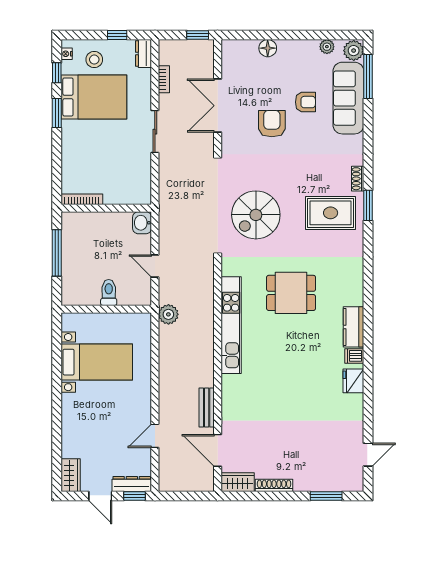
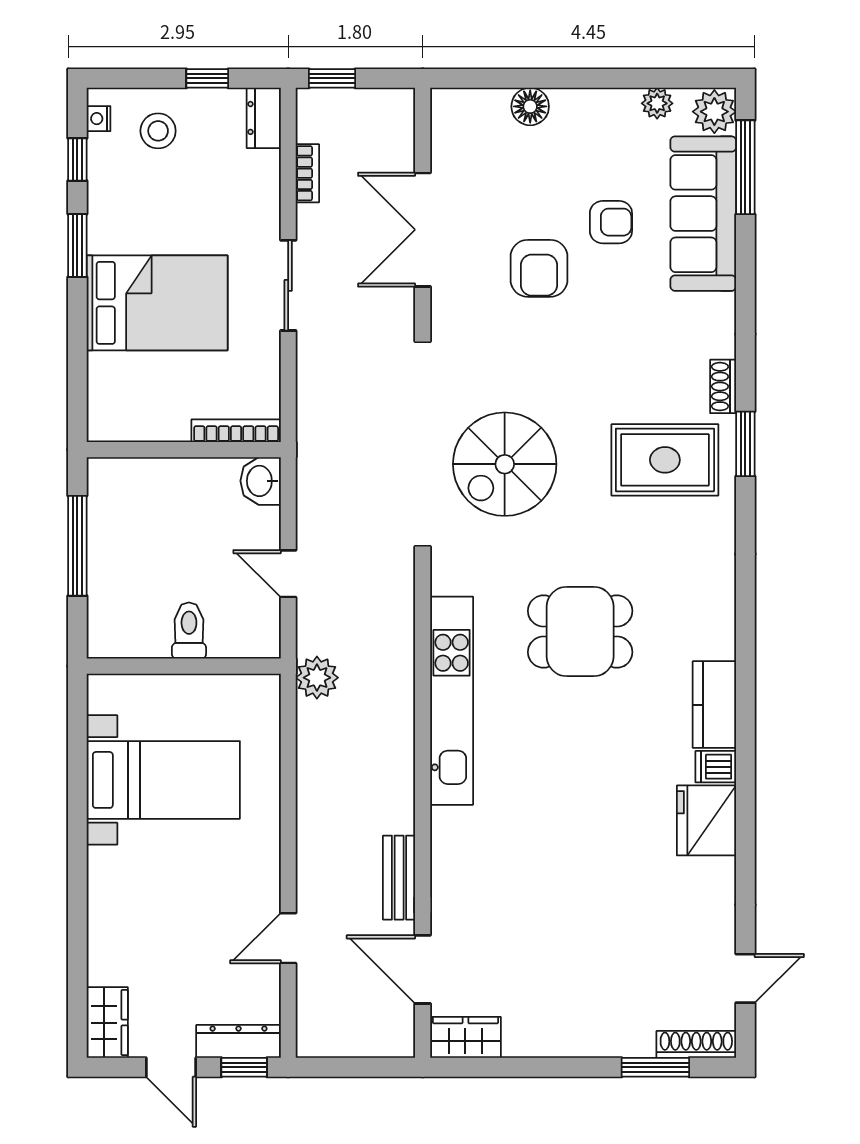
window: (198, 35) -> (332, 78), moved
bed: (94, 97) -> (157, 303), moved
armchair: (272, 124) -> (539, 268), turned 180
bookcase: (82, 199) -> (236, 431), moved
fridge: (353, 381) -> (706, 820), width x1.36, depth x1.34
shoe rack: (274, 485) -> (696, 1044), moved

